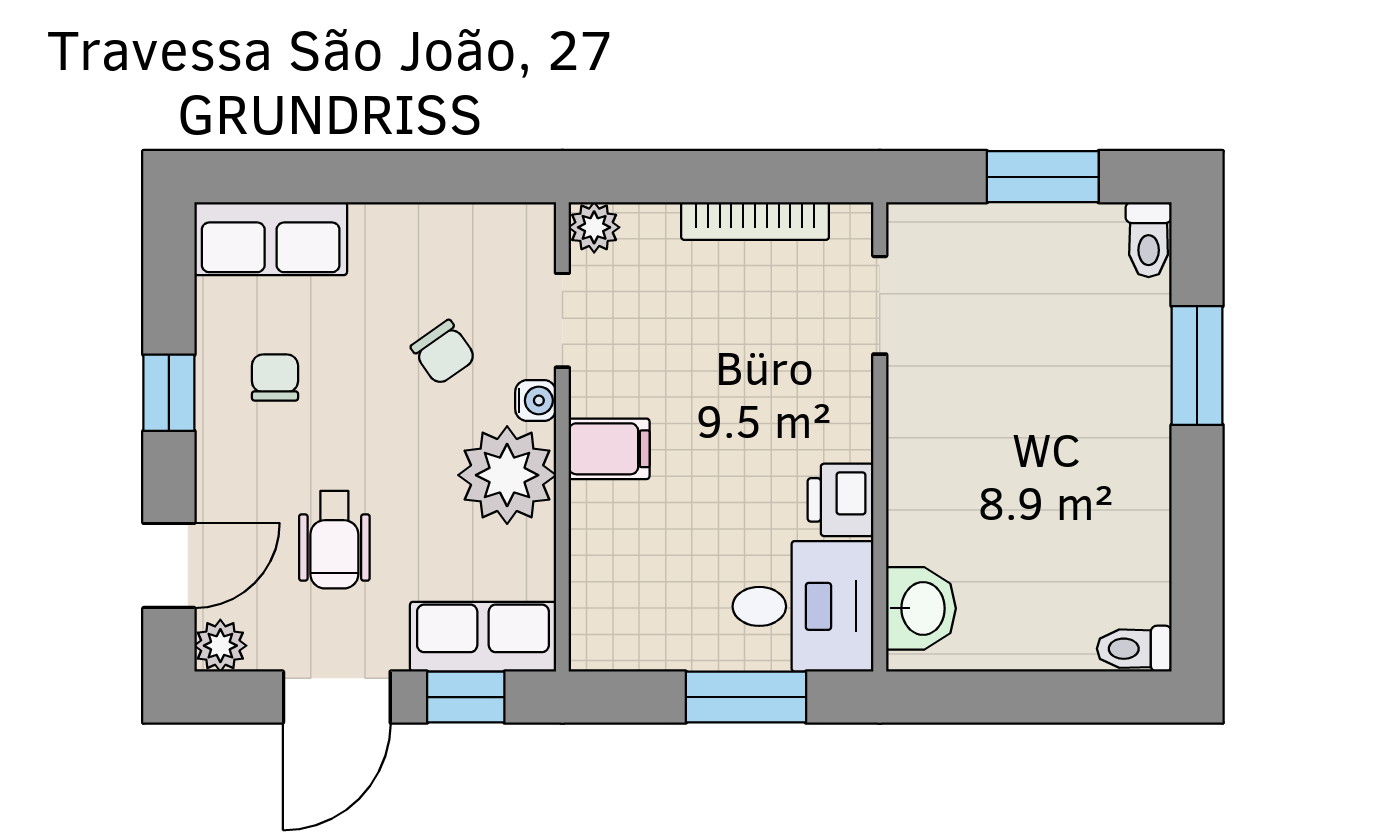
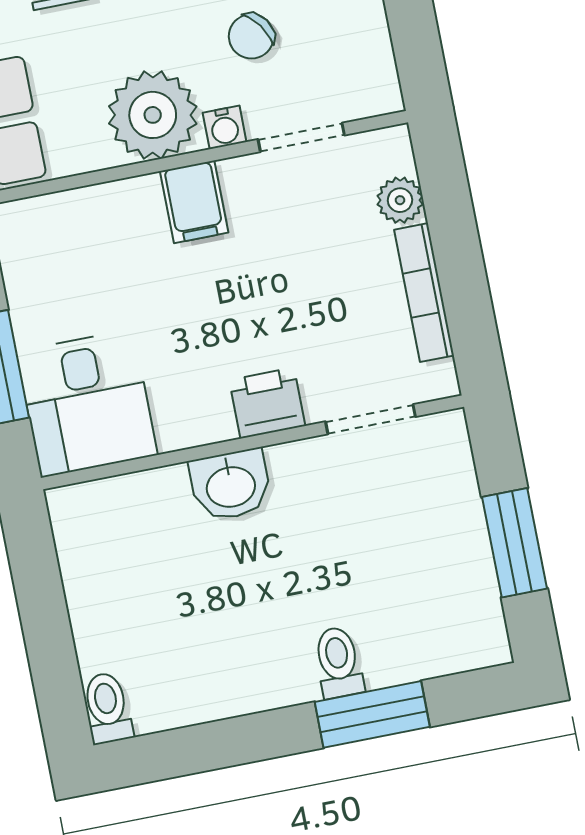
plant: (594, 227) -> (400, 200), moved
toilet: (1149, 240) -> (338, 662), moved, turned 90
printer: (841, 500) -> (267, 403), moved
washbasin: (921, 608) -> (230, 485), moved

